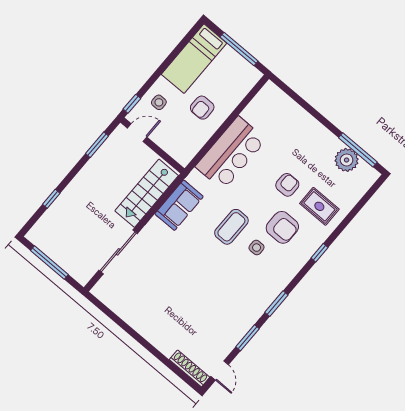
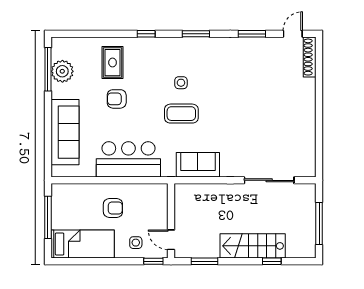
sofa: (296, 121) -> (65, 132), added
stairs: (147, 193) -> (253, 246), moved, turned 180
armchair: (282, 227) -> (150, 76), removed
window: (276, 304) -> (196, 34), moved

